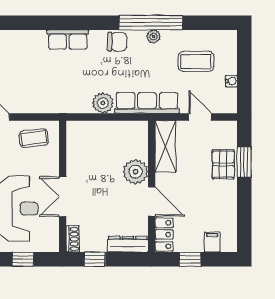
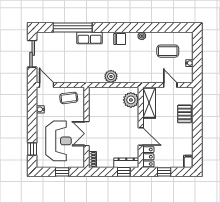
window: (151, 23) -> (73, 27), moved
row of seats: (147, 103) -> (138, 76), removed
window: (244, 162) -> (197, 112), removed
plant: (136, 172) -> (131, 100), moved
filing cabinet: (212, 242) -> (188, 161), moved
window: (95, 259) -> (124, 172), moved

